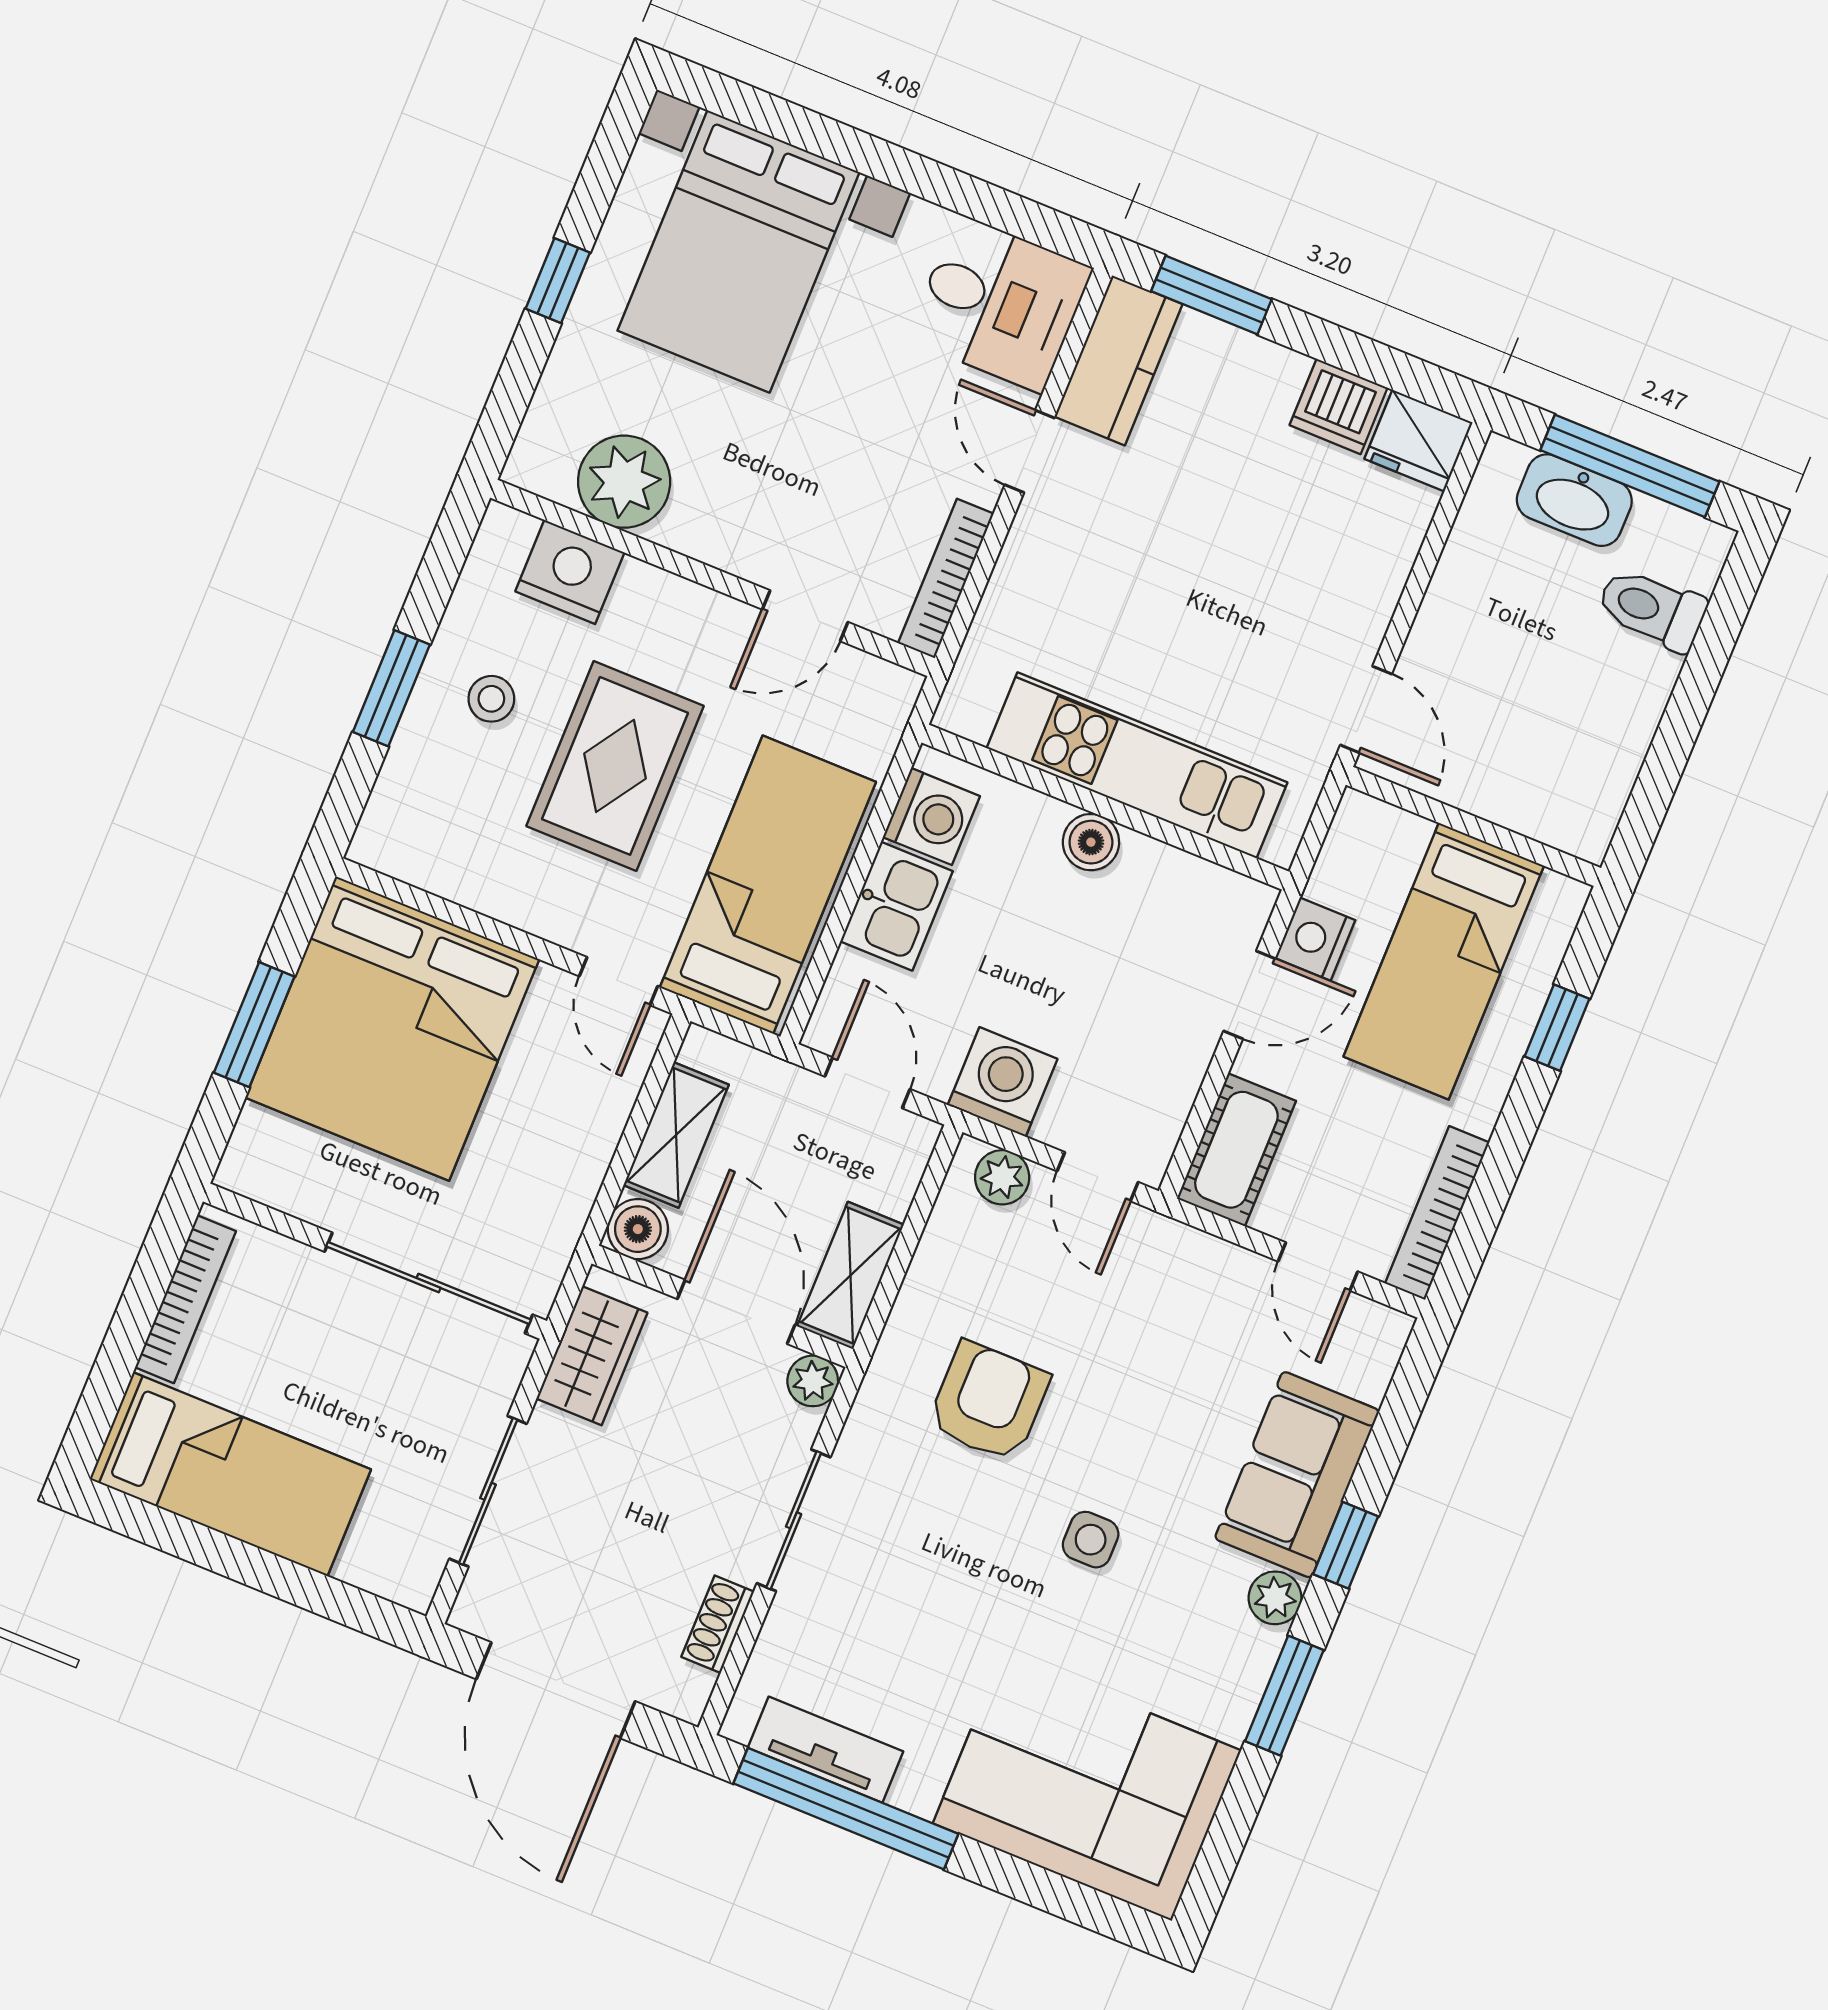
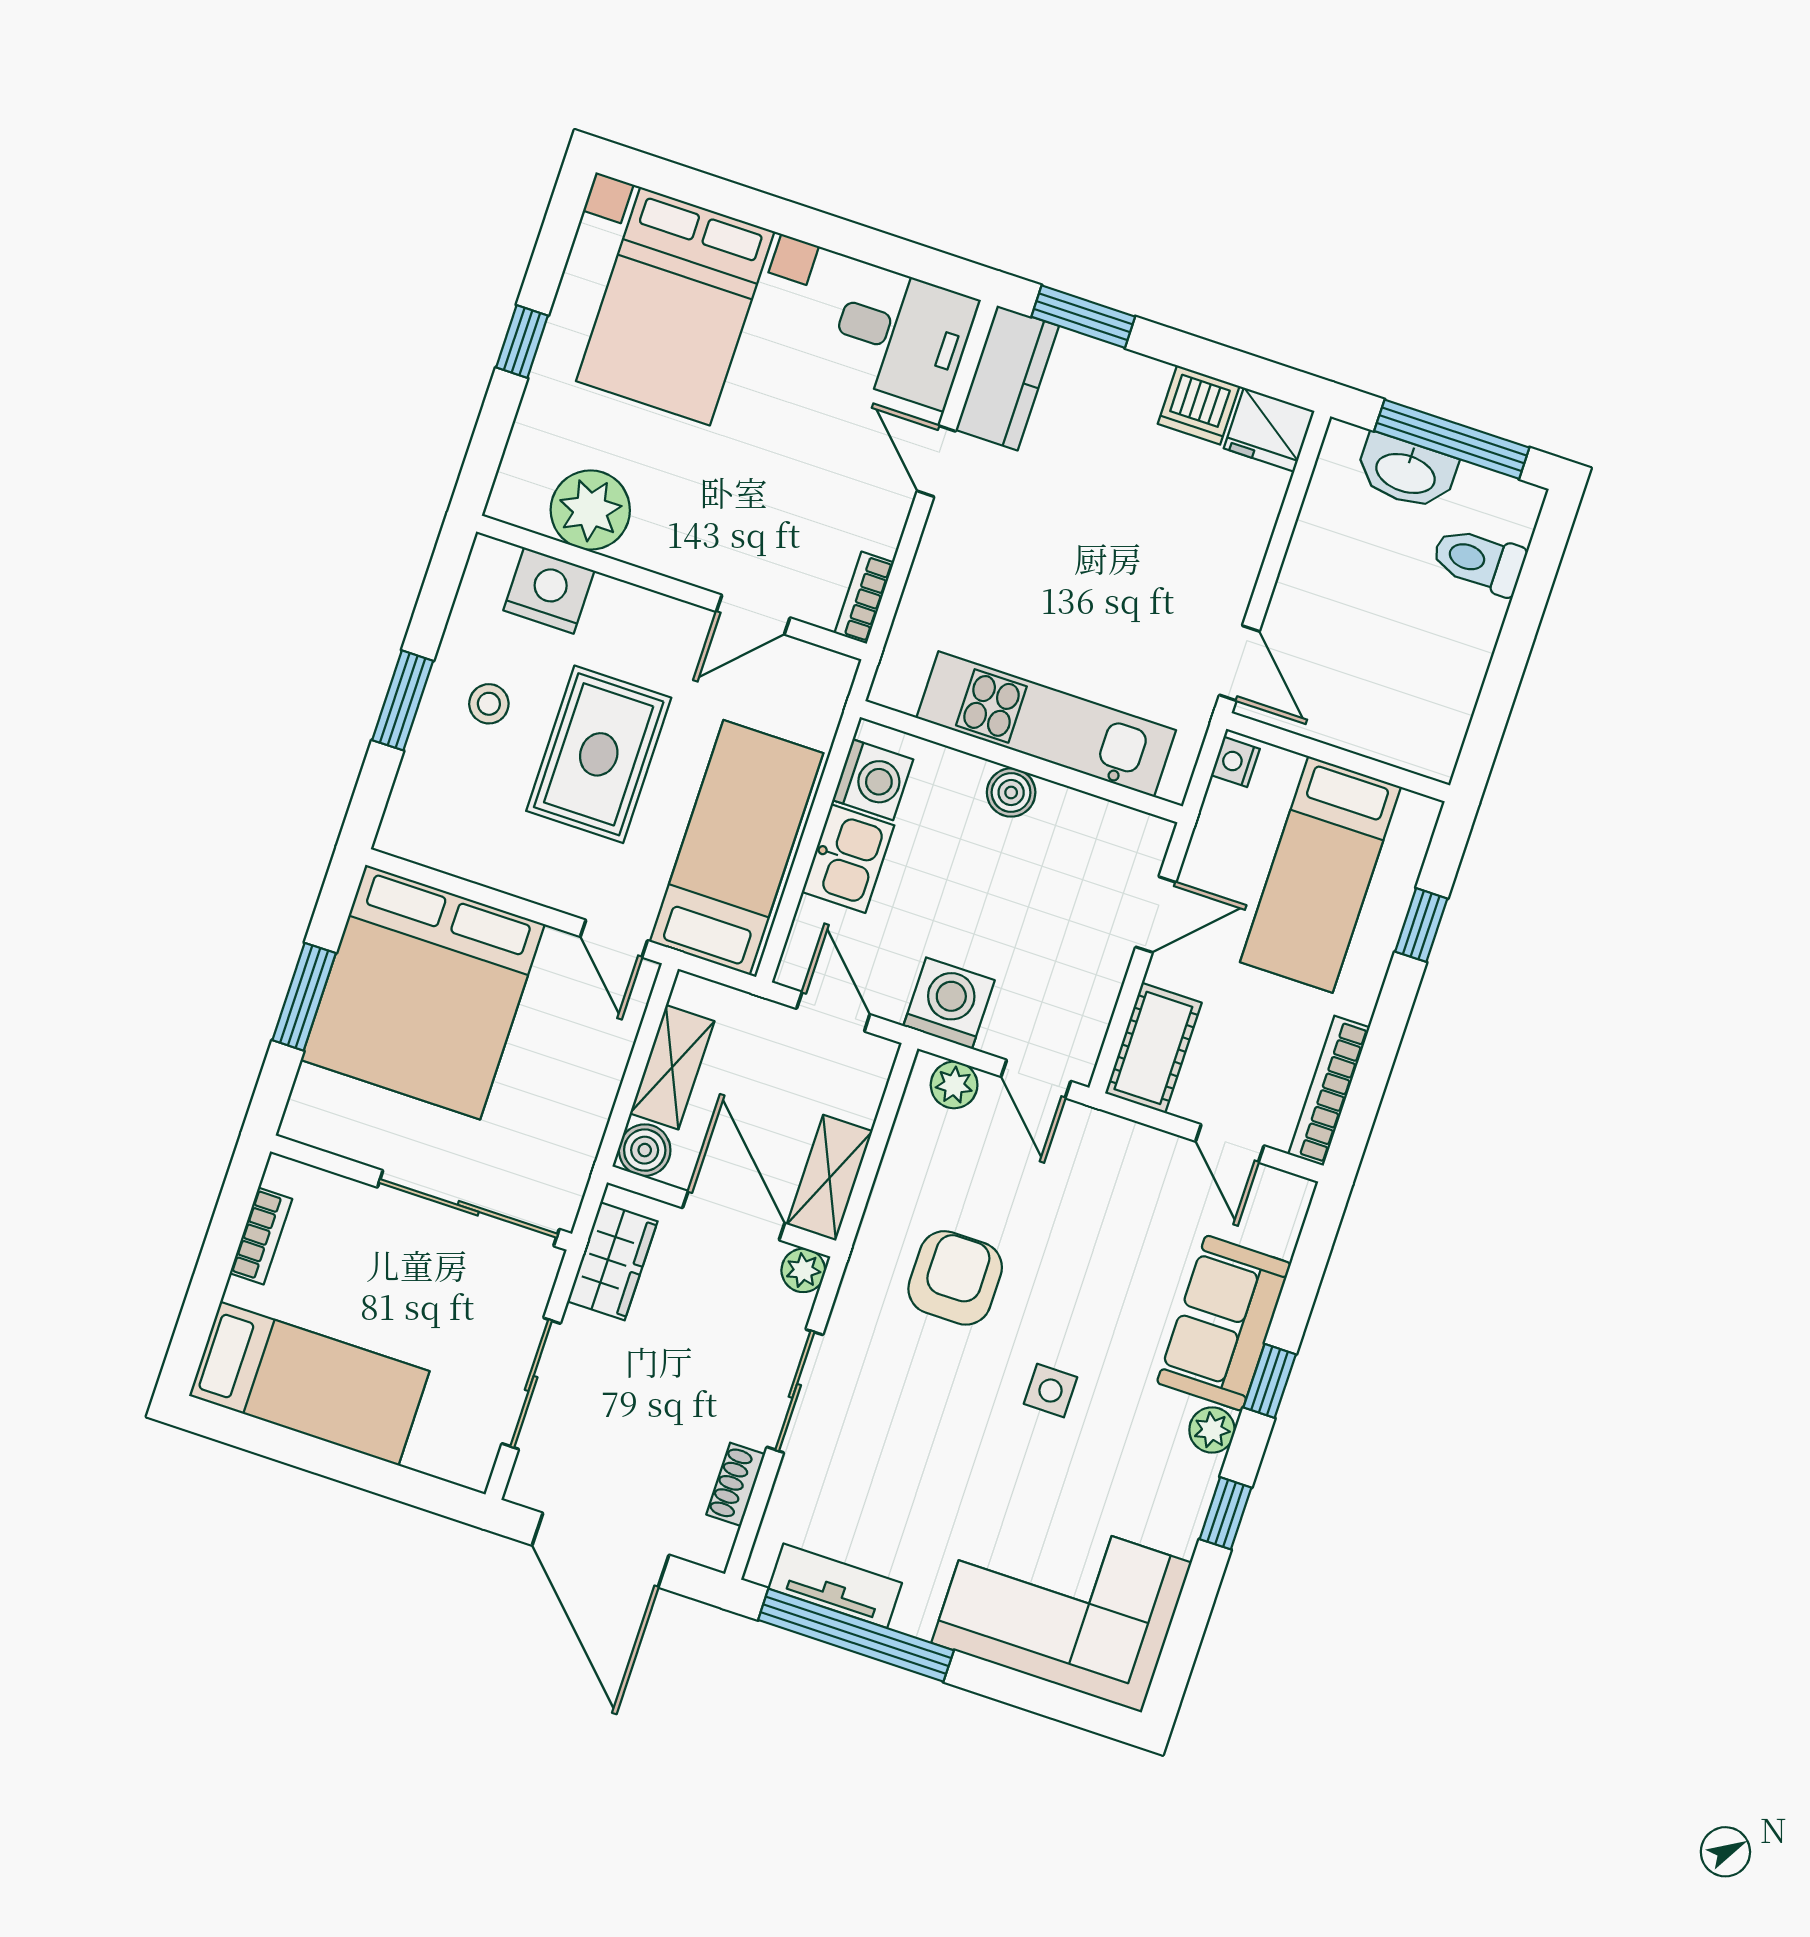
bookcase: (946, 578) -> (864, 598), width x0.64
nightstand: (1315, 939) -> (1235, 762), moved, width x0.72, depth x0.74
bookcase: (186, 1299) -> (261, 1236), width x0.64
window: (1284, 1696) -> (1226, 1513), width x0.67

